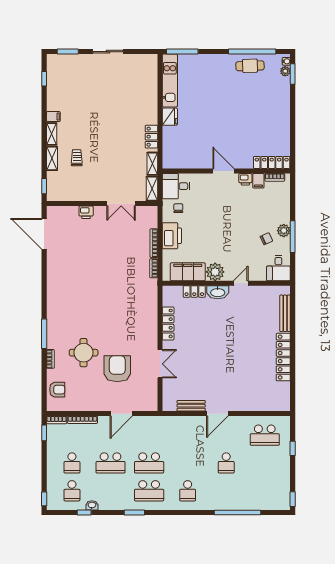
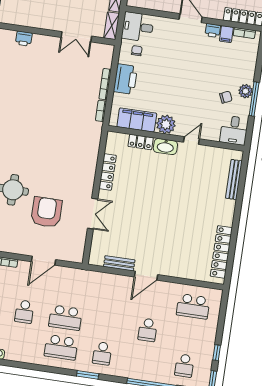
printer: (86, 212) -> (24, 39), moved
locker: (283, 357) -> (221, 252), moved
window: (293, 448) -> (217, 353), moved
school desk: (111, 463) -> (24, 312), width x0.54
school desk: (265, 491) -> (184, 366), added
window: (134, 512) -> (88, 375), moved

